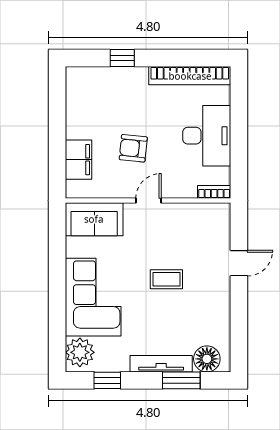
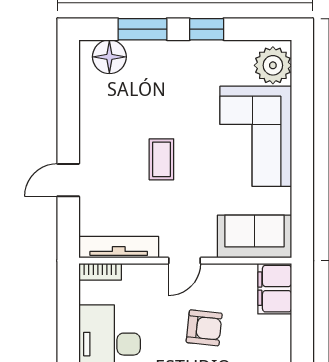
filing cabinet: (78, 160) -> (275, 289), moved
coffee table: (166, 279) -> (161, 159), turned 90
tv unit: (161, 364) -> (119, 247), moved, turned 180
window: (107, 380) -> (207, 29), moved

